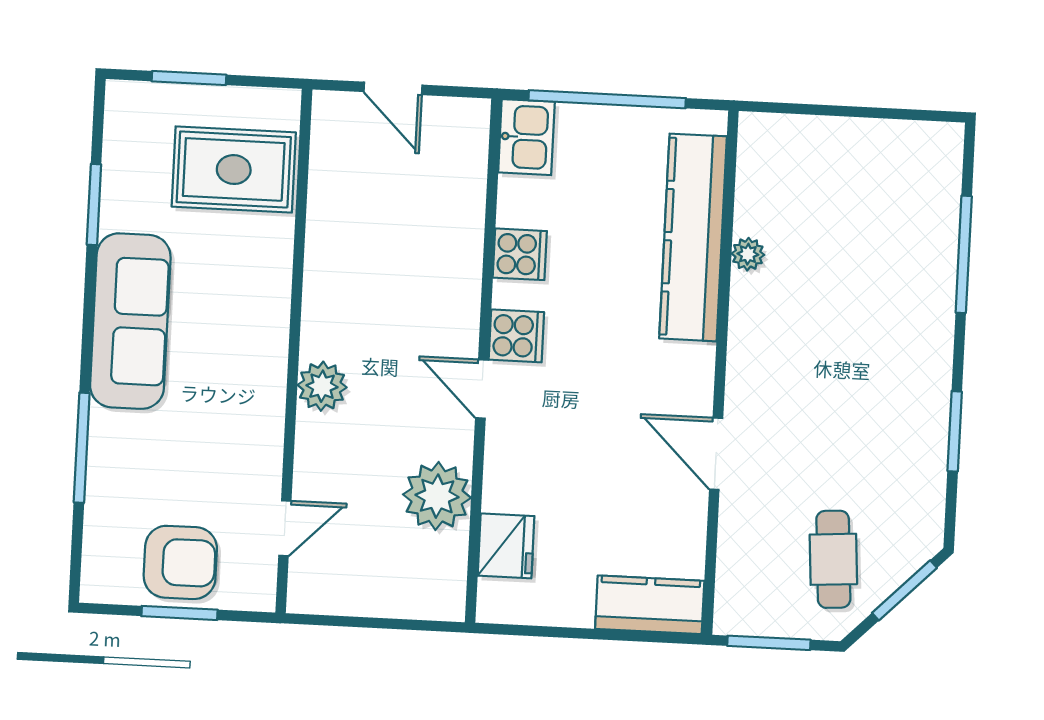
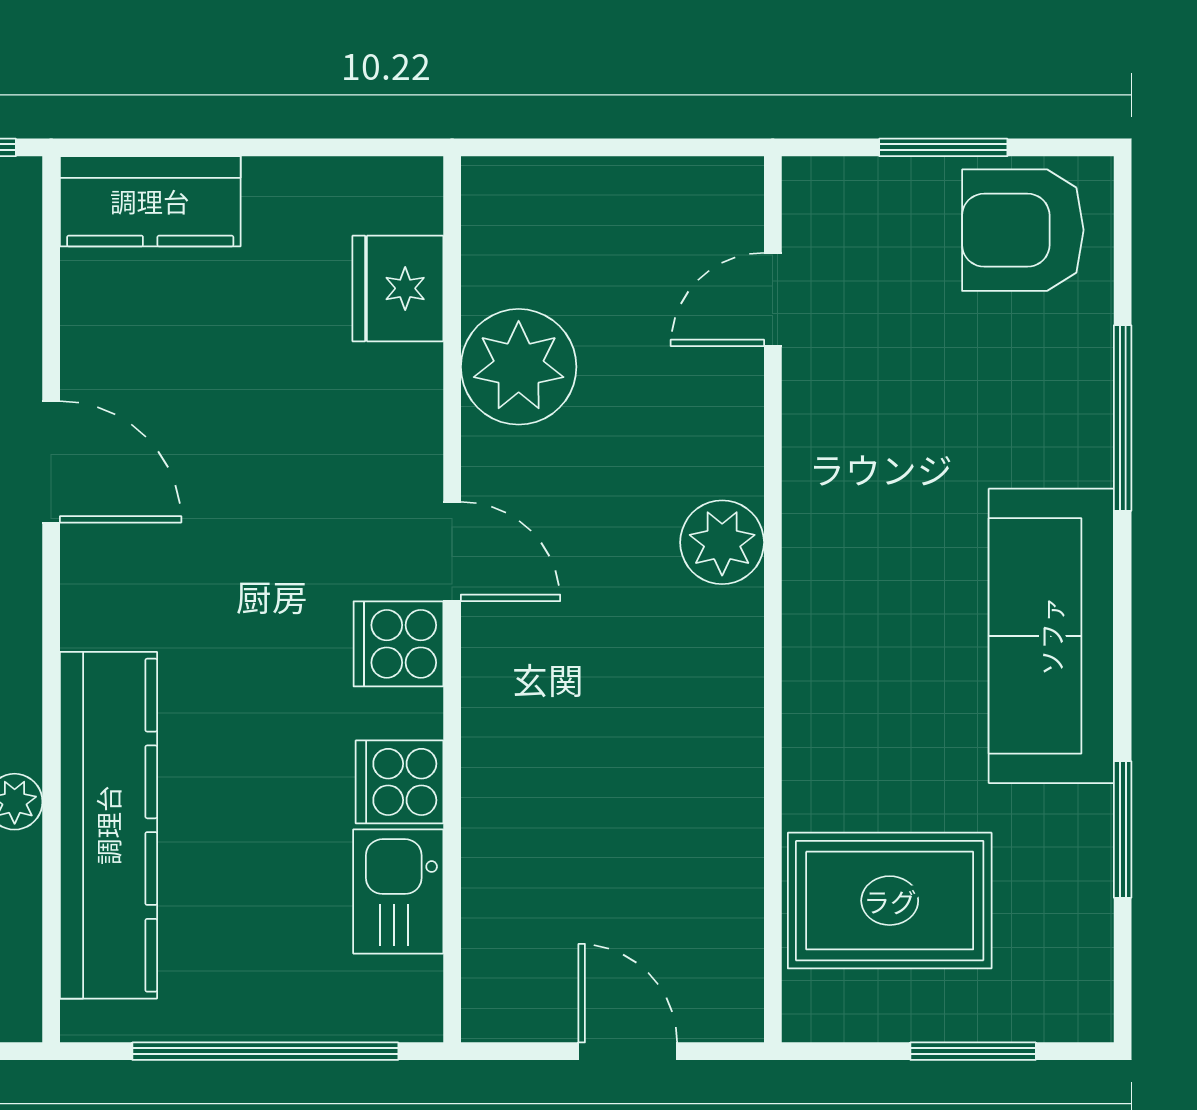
kitchen sink: (526, 137) -> (398, 891), moved
armchair: (180, 562) -> (1023, 230), moved

